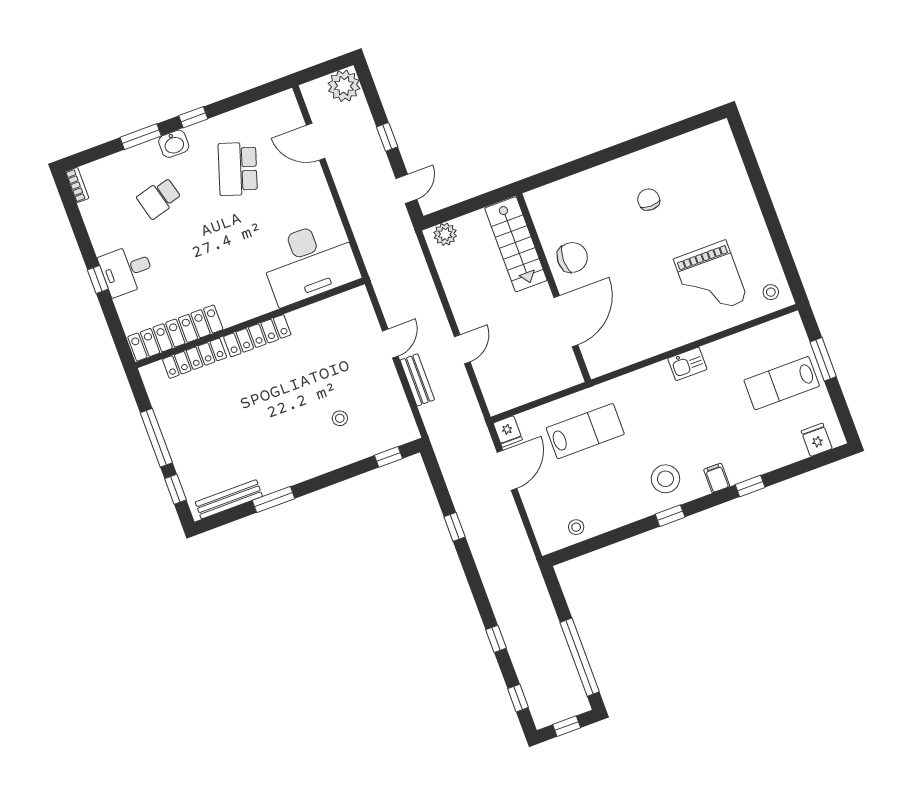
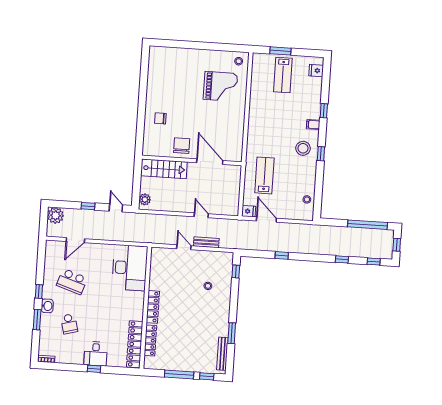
chair: (649, 200) -> (160, 118), moved
kitchen sink: (687, 364) -> (255, 114), removed

